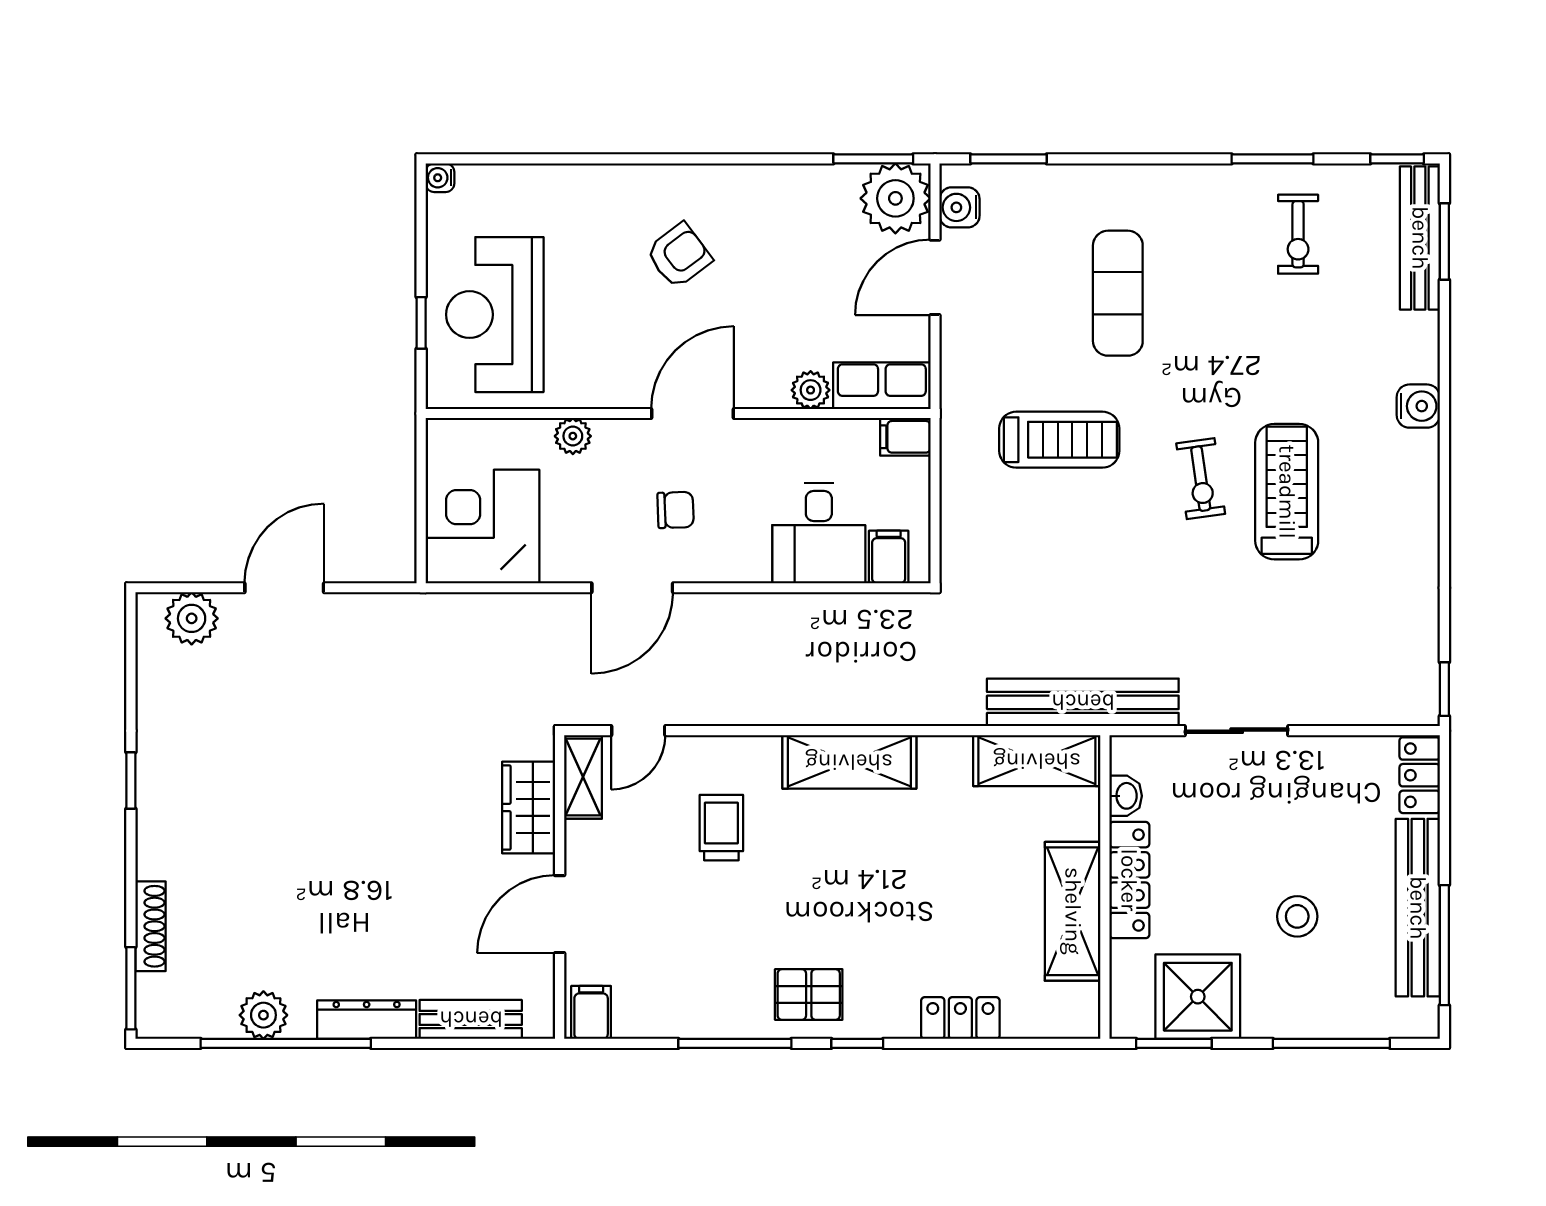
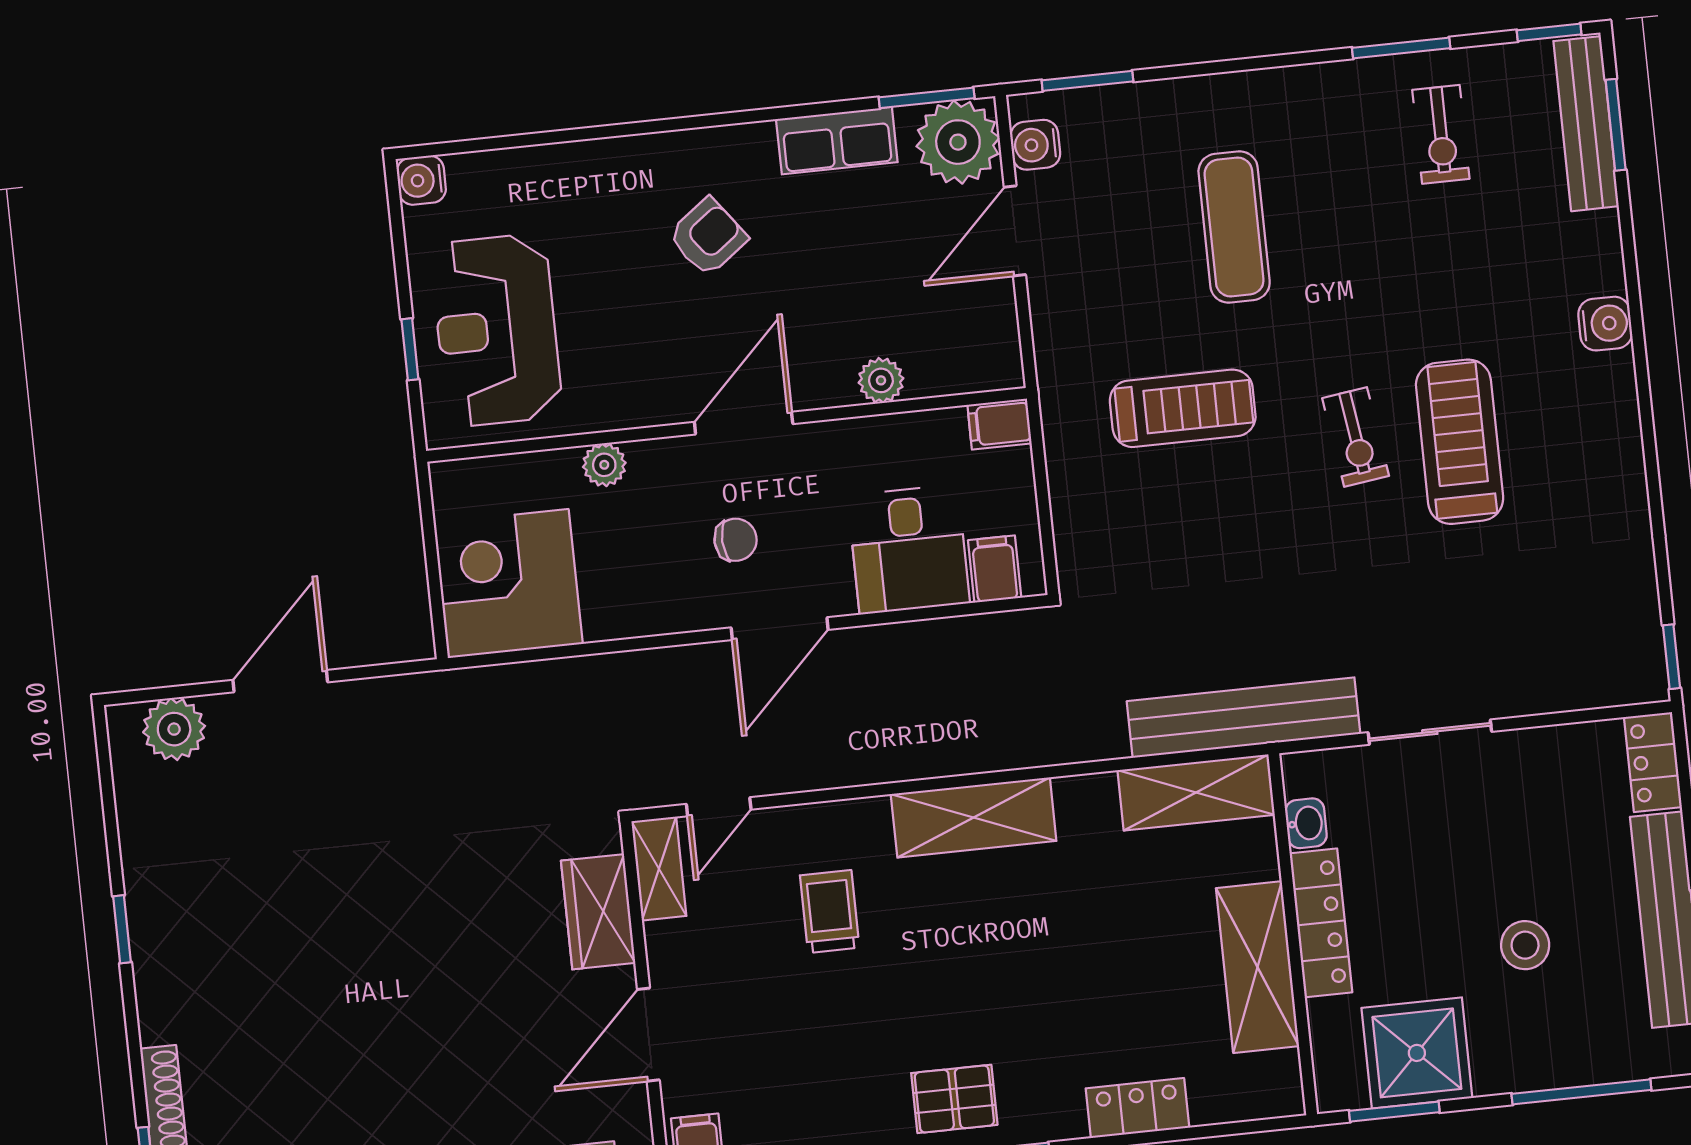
water cooler: (440, 178) -> (421, 180), width x1.38, depth x1.38
row of seats: (882, 386) -> (837, 141), moved, turned 180
door: (632, 588) -> (780, 629), moved

